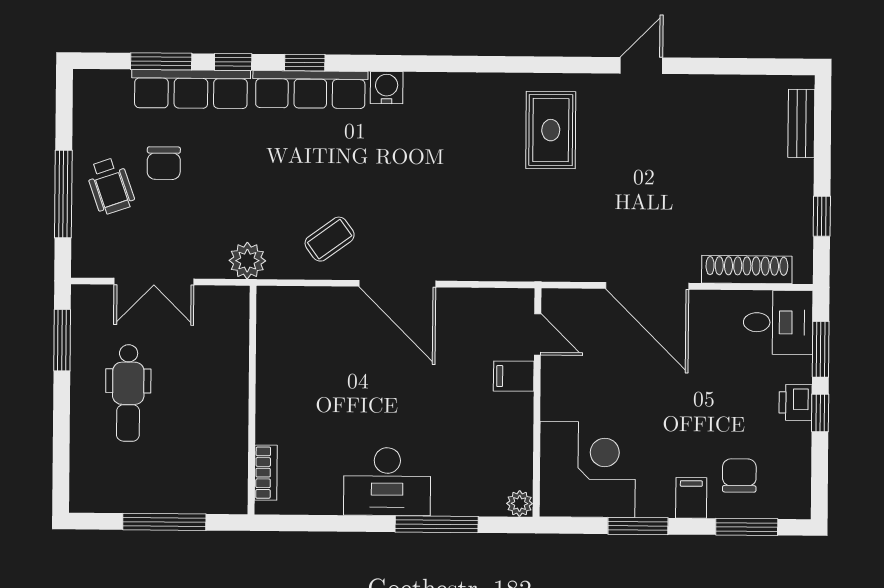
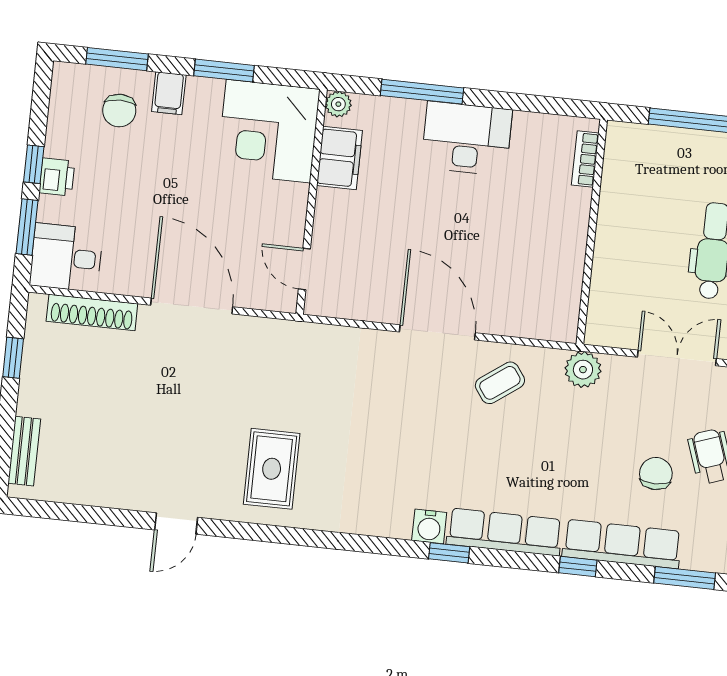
window: (161, 61) -> (685, 578), moved
window: (305, 63) -> (449, 553), moved
filing cabinet: (514, 376) -> (340, 158), moved, width x2.00

